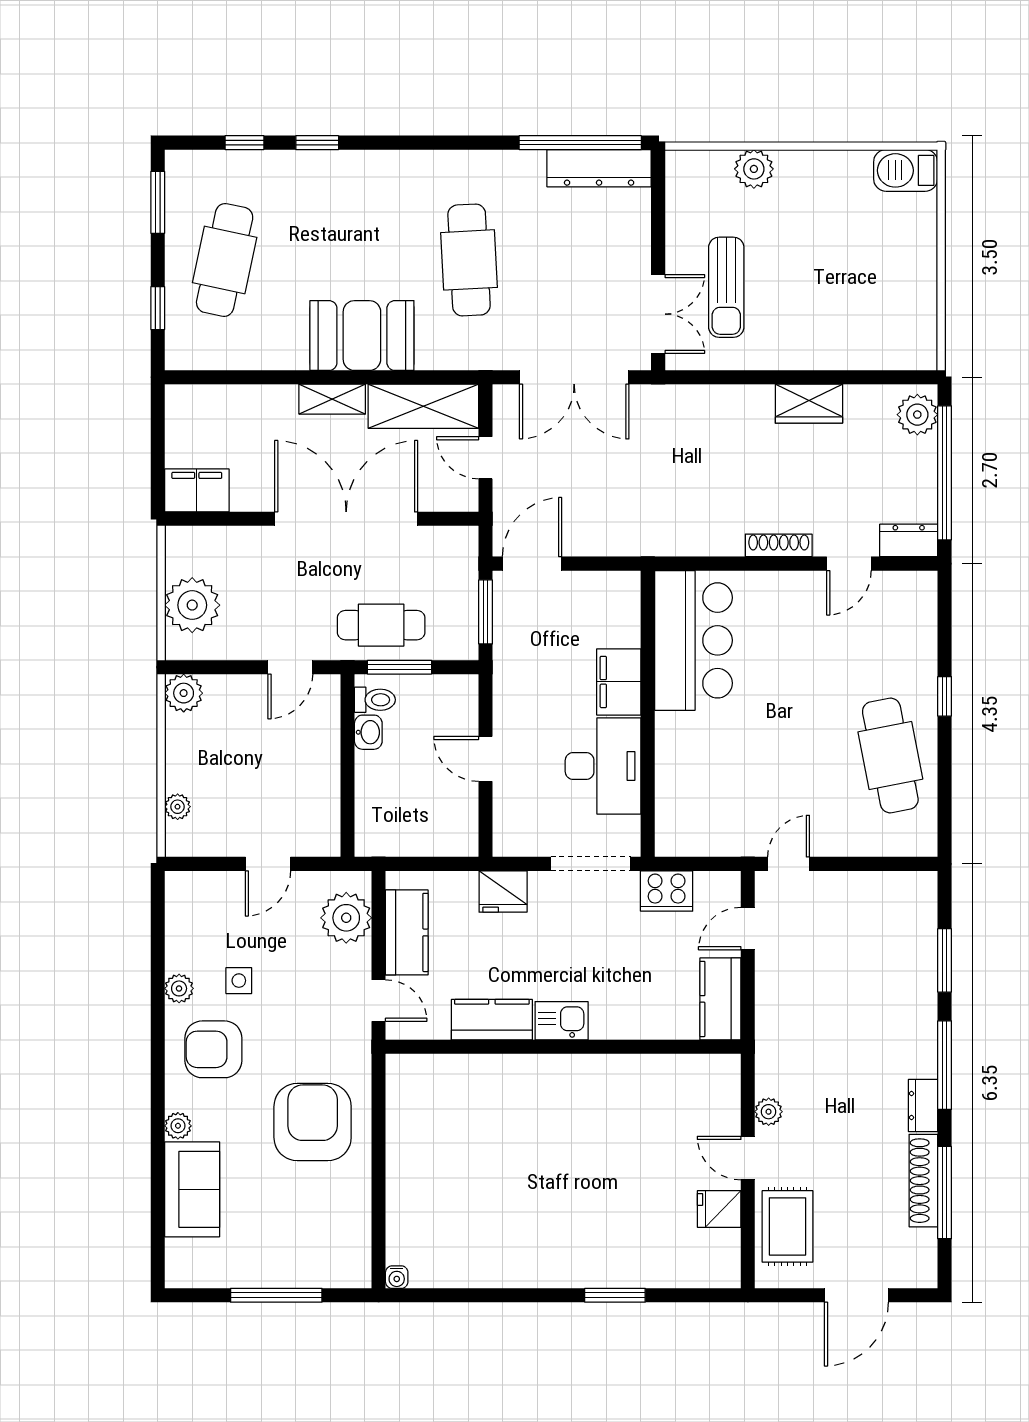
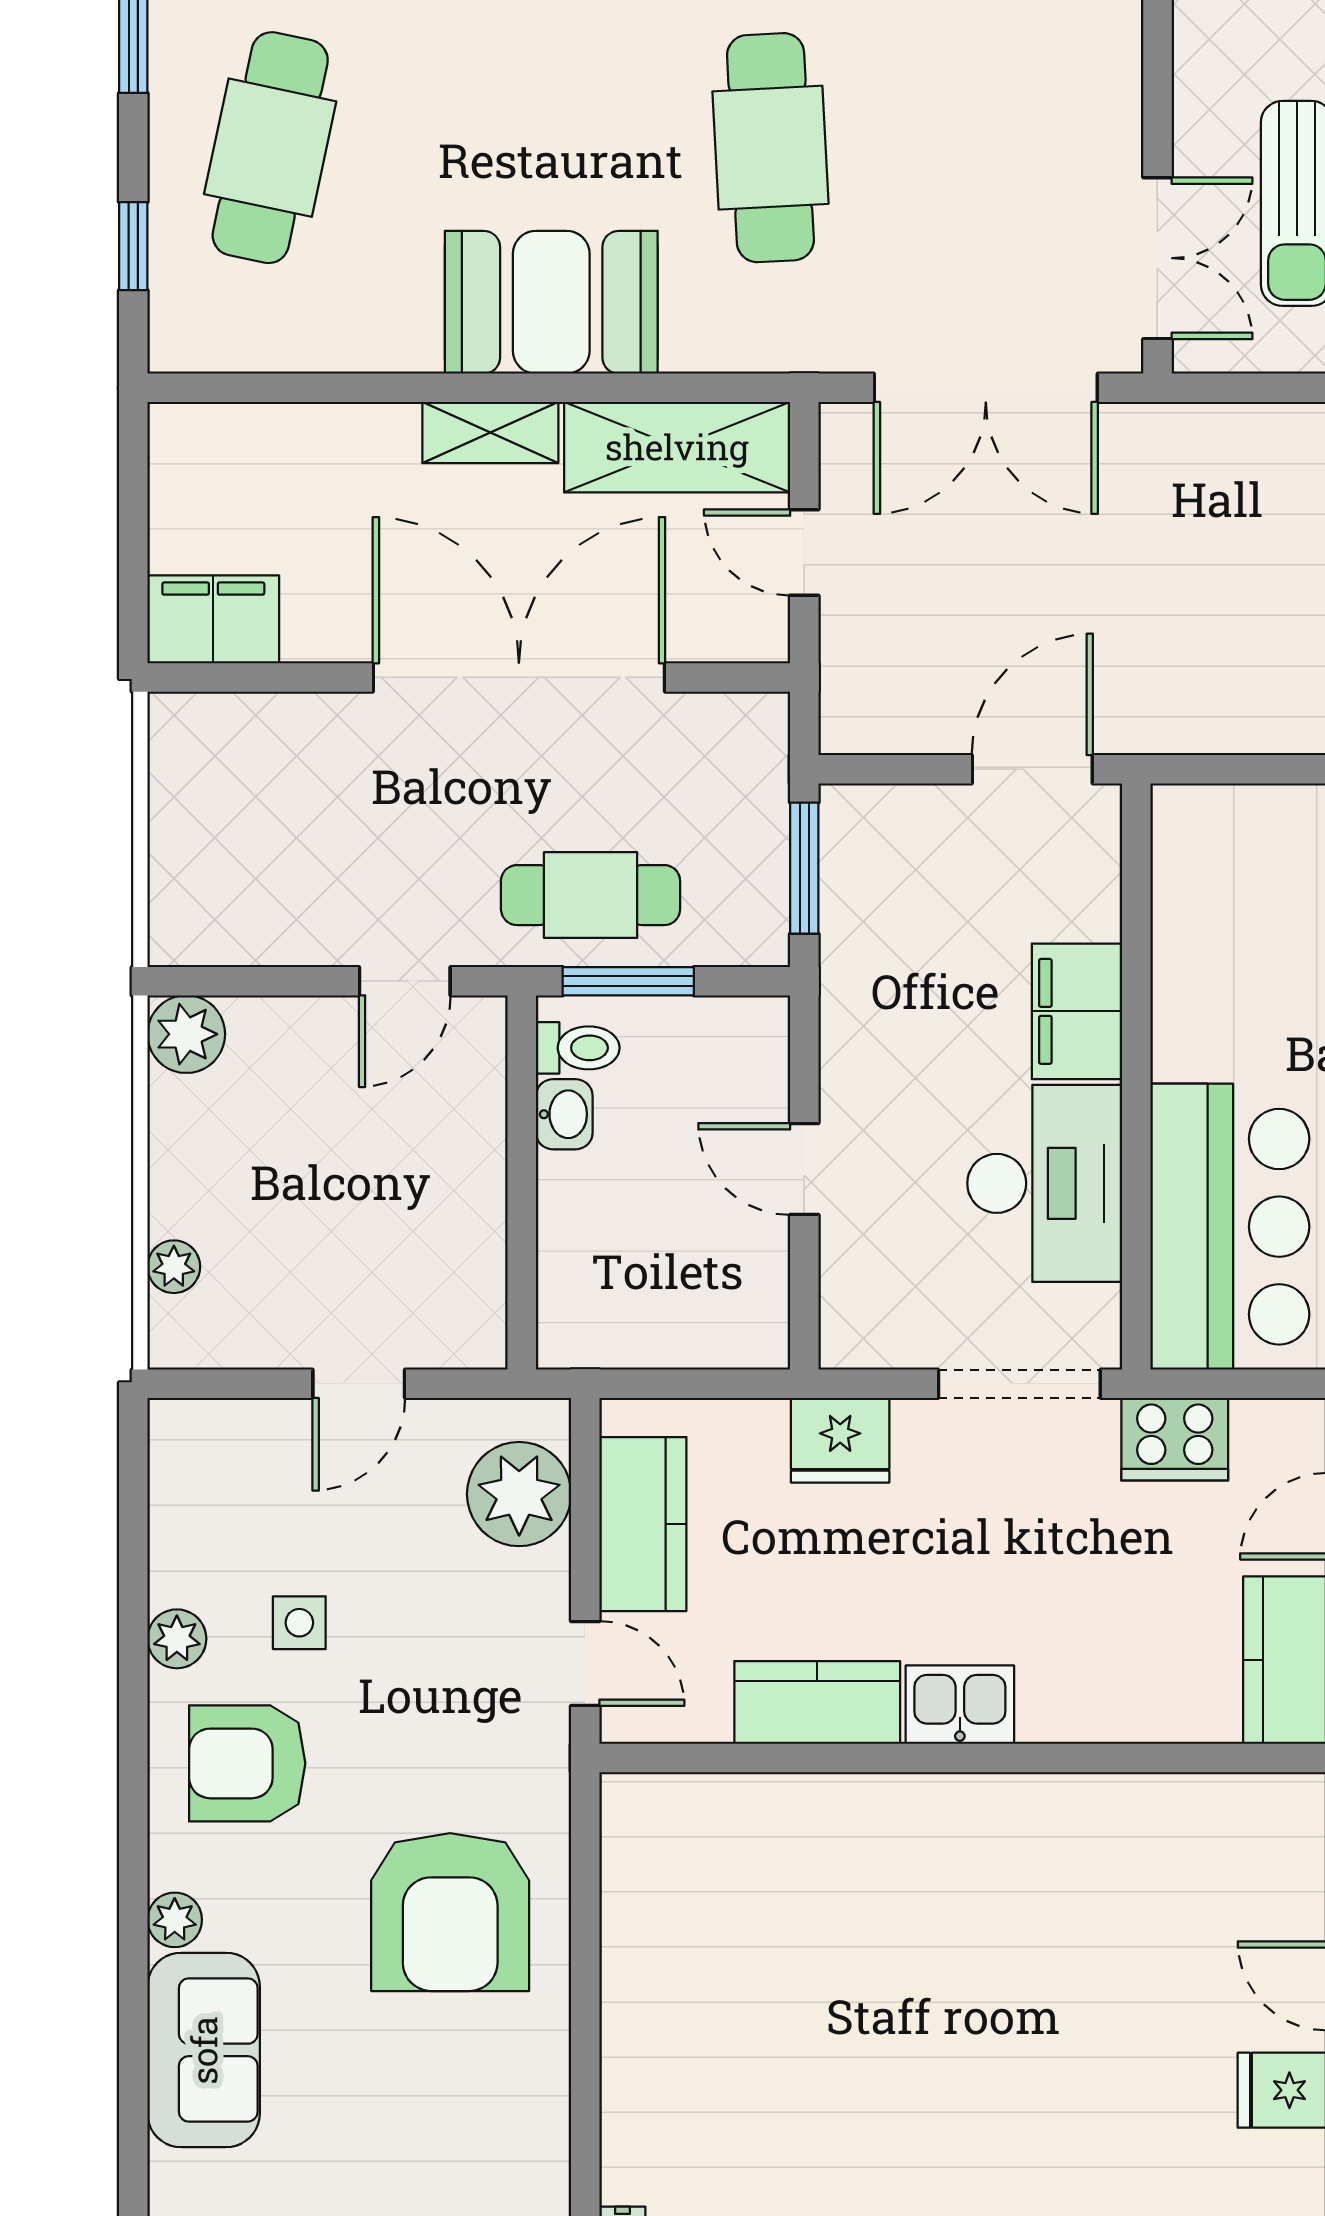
door: (532, 564) -> (1032, 769), moved
plant: (192, 605) -> (204, 854), removed
bar counter: (693, 640) -> (1230, 1227), moved
armchair: (313, 1122) -> (450, 1912), turned 180

